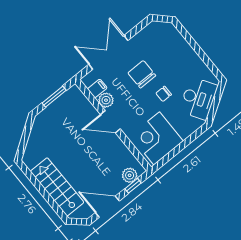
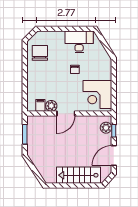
double door: (108, 52) -> (25, 82), removed
chair: (142, 74) -> (40, 53), moved, turned 90
desk: (198, 98) -> (79, 42), moved, turned -58

